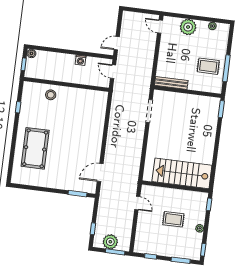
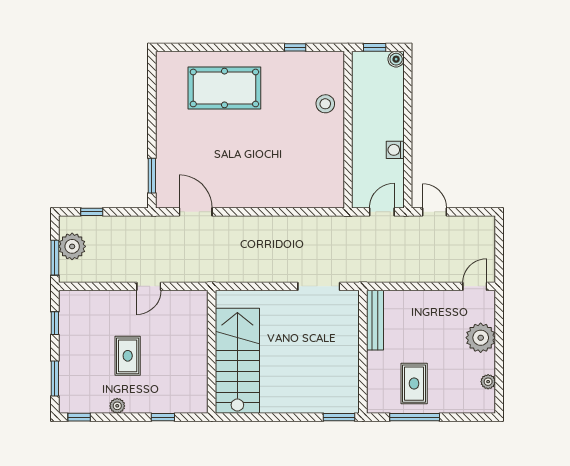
stairs: (182, 173) -> (237, 361), moved
wall: (175, 187) -> (212, 352), moved

